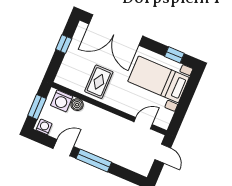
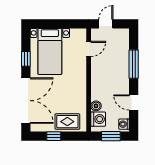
window: (174, 55) -> (26, 59), moved
rug: (99, 82) -> (67, 122), moved
door: (143, 123) -> (89, 49), swing flipped
window: (94, 160) -> (134, 64), moved

